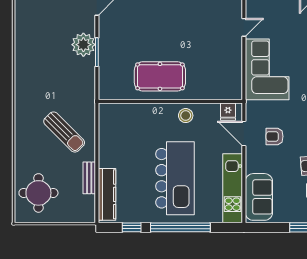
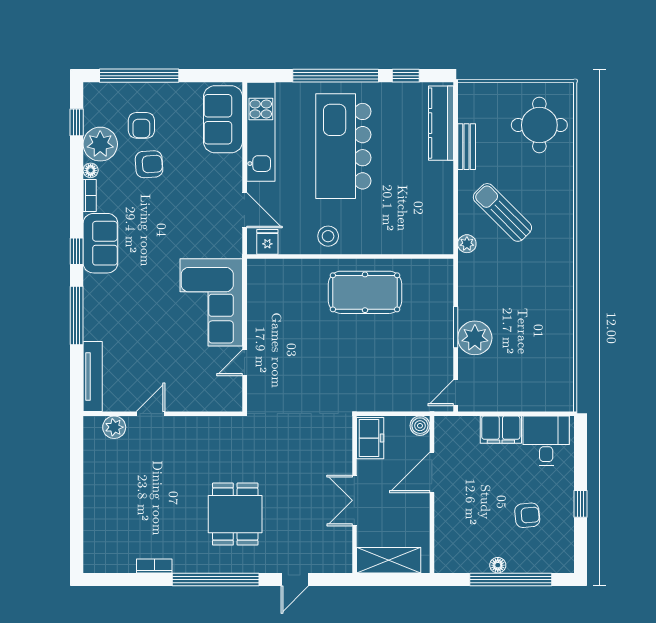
plant: (89, 110) -> (467, 244), added
armchair: (275, 136) -> (201, 206), removed

